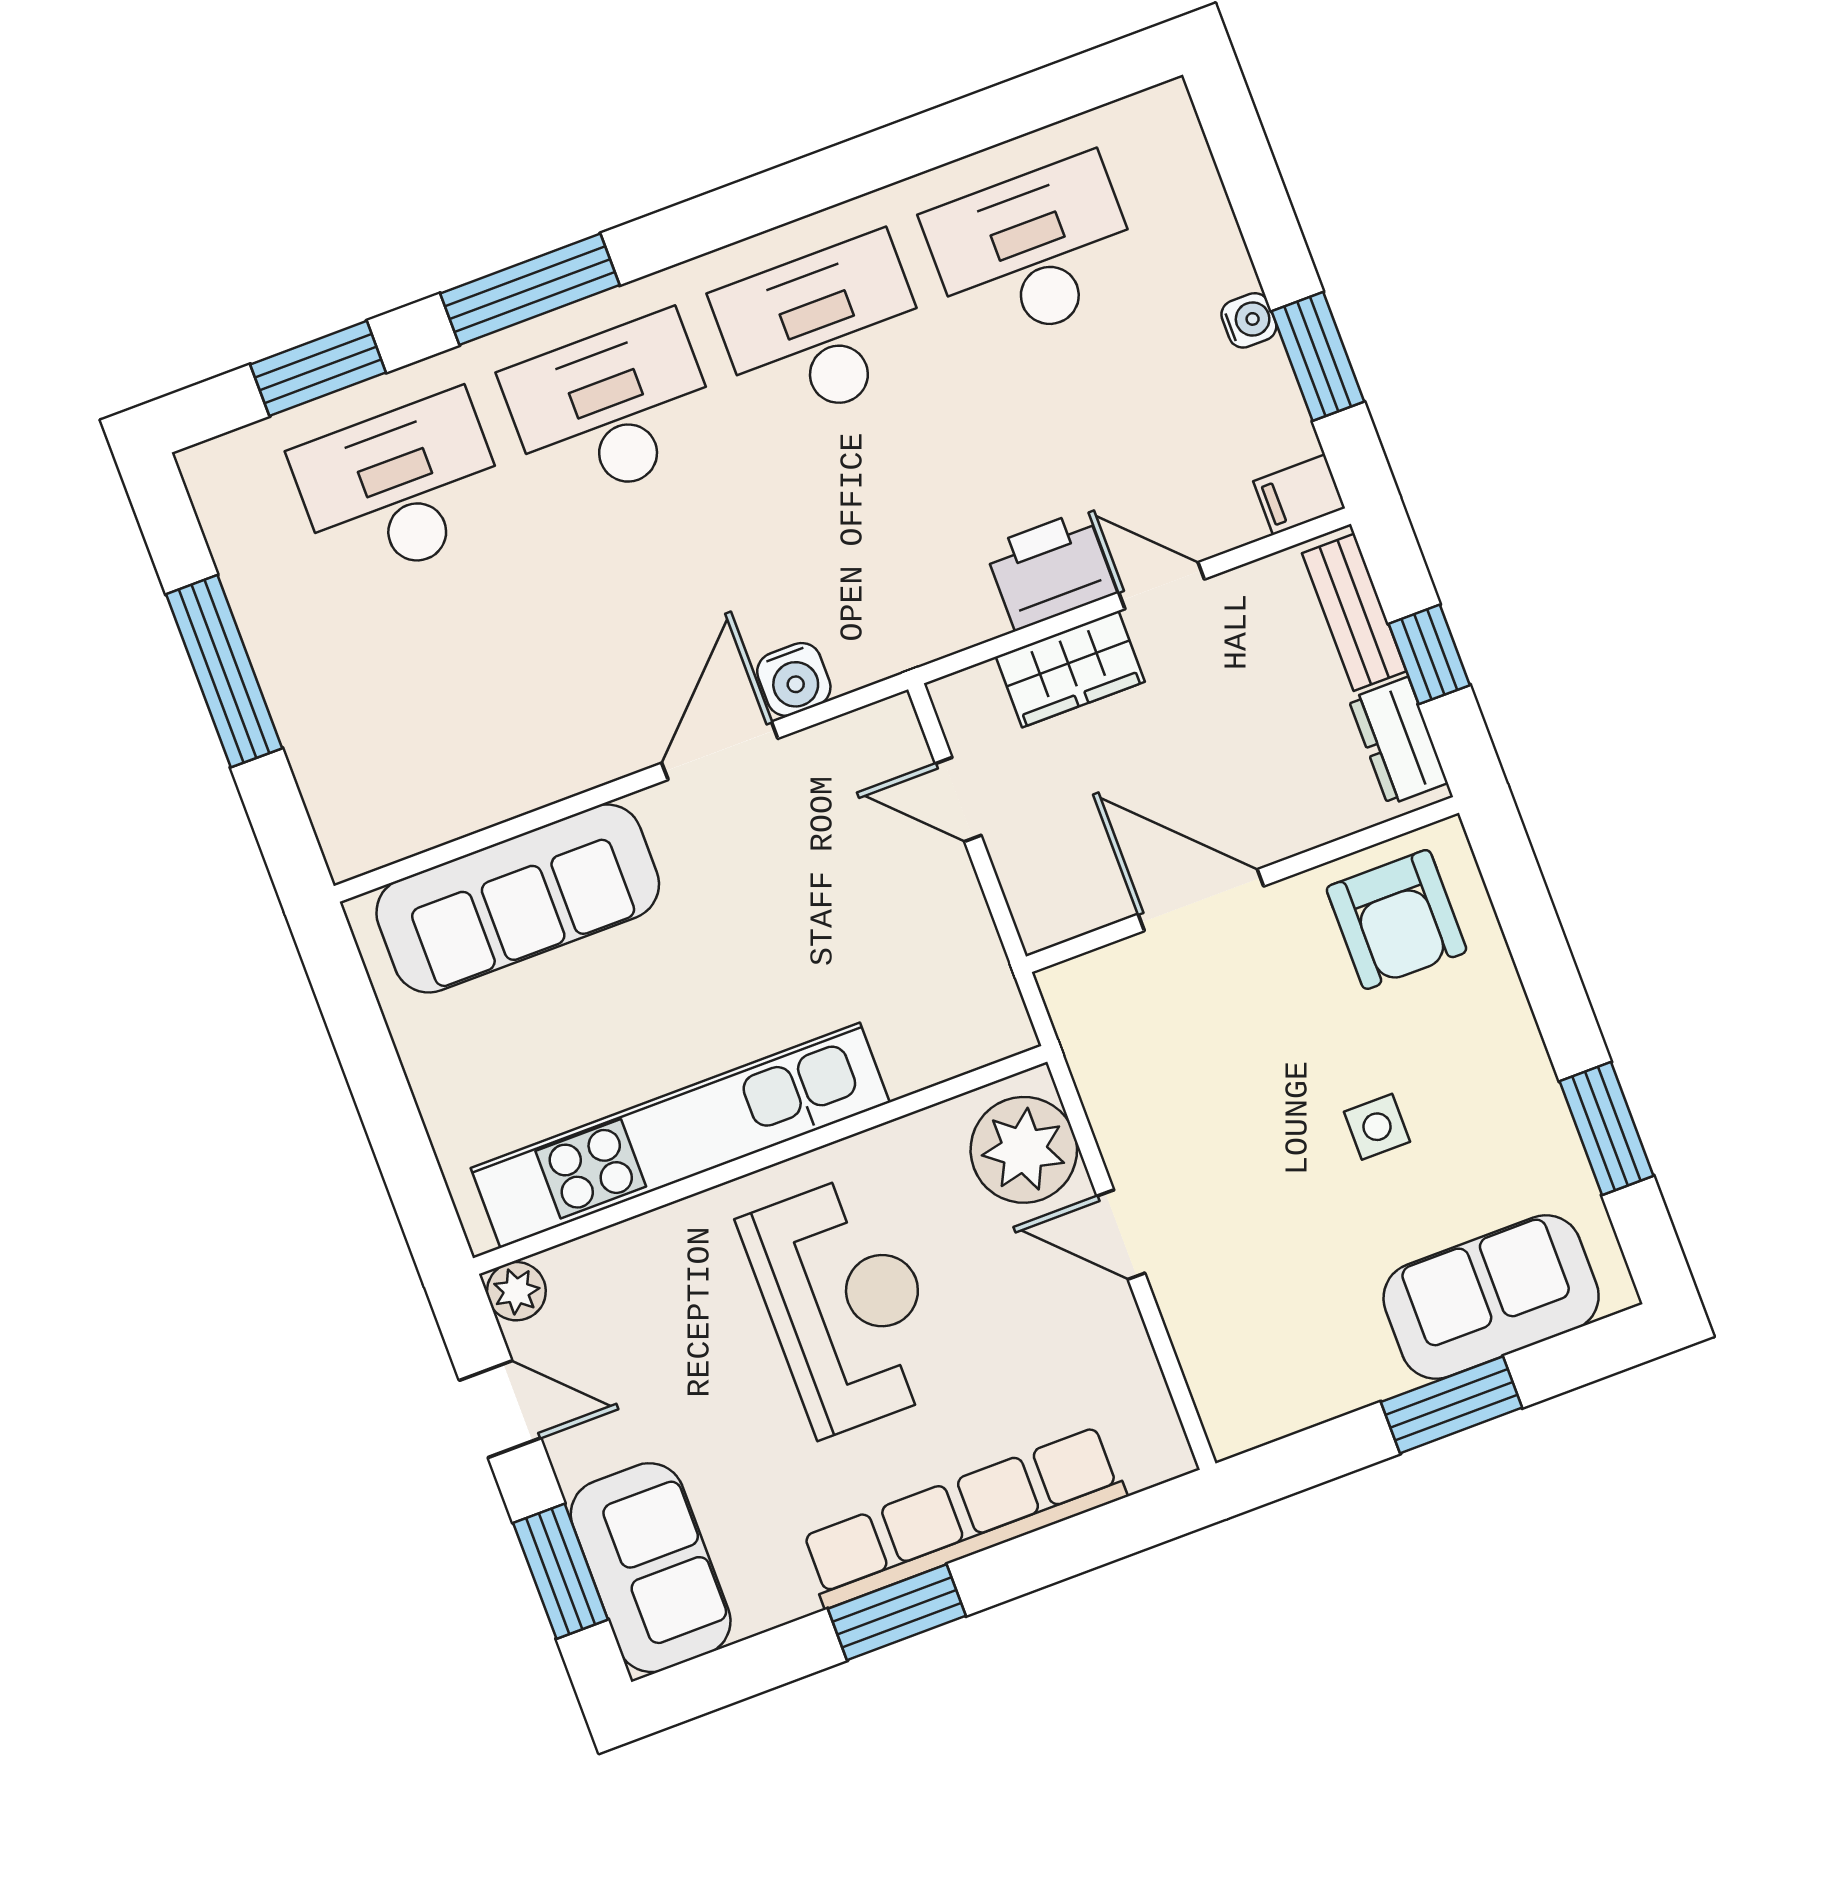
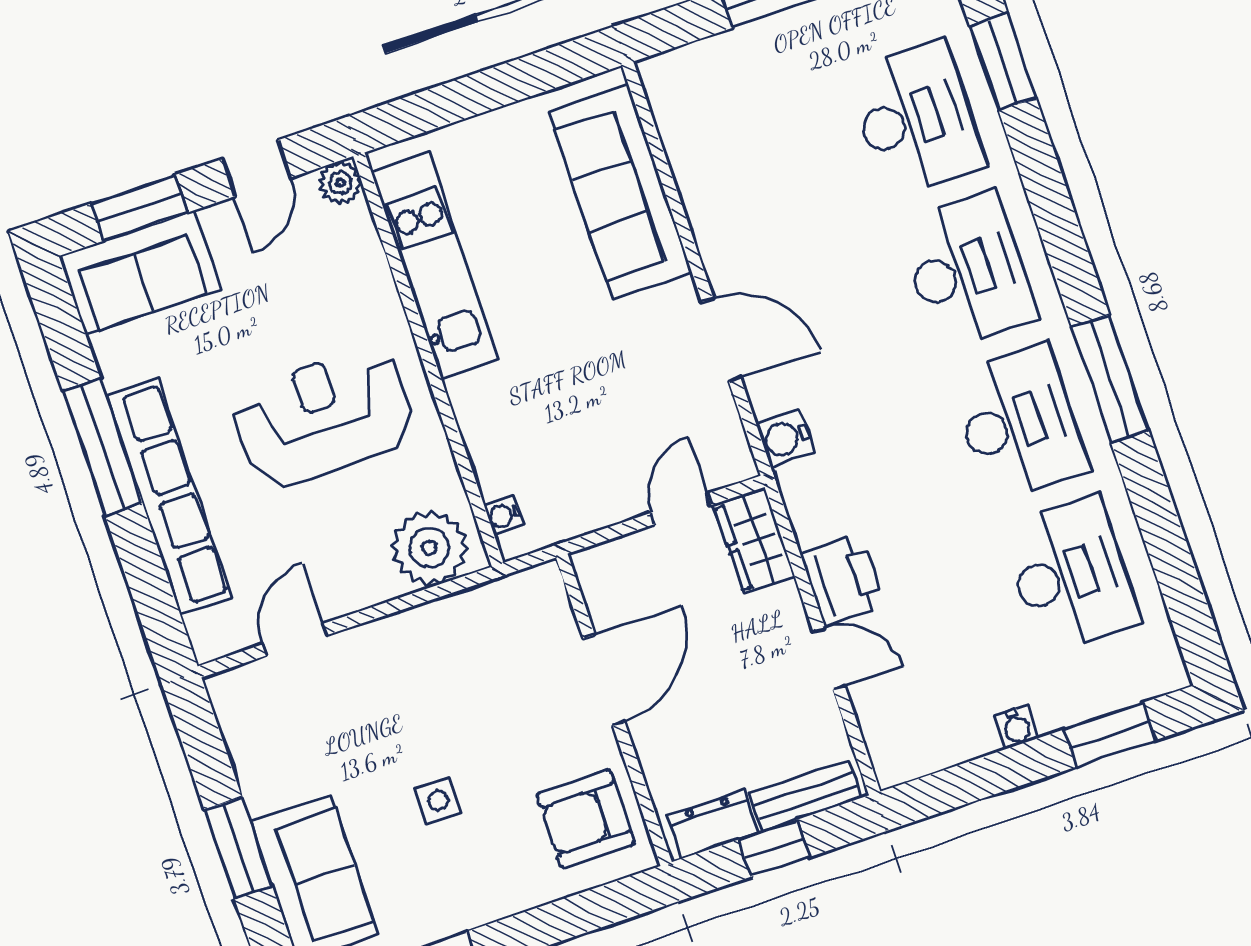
window: (530, 289) -> (1110, 379), moved
window: (1318, 356) -> (1110, 735), moved
filing cabinet: (1299, 495) -> (891, 759), removed
door: (1161, 586) -> (829, 659), hinge flipped
wardrobe: (1070, 669) -> (754, 541), moved
water cooler: (794, 679) -> (785, 438), moved
water cooler: (975, 1048) -> (504, 515), added
kitchen unit: (680, 1135) -> (435, 266), width x0.73
door: (1121, 1235) -> (294, 640), moved
reception desk: (846, 1304) -> (323, 417), turned 180
window: (897, 1612) -> (103, 447), width x1.44

